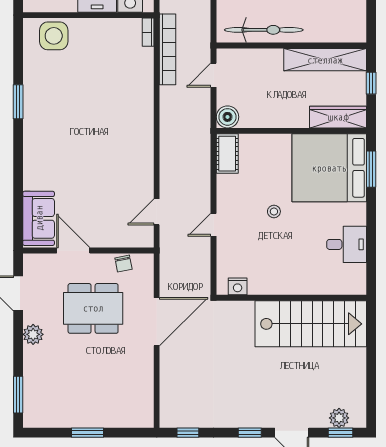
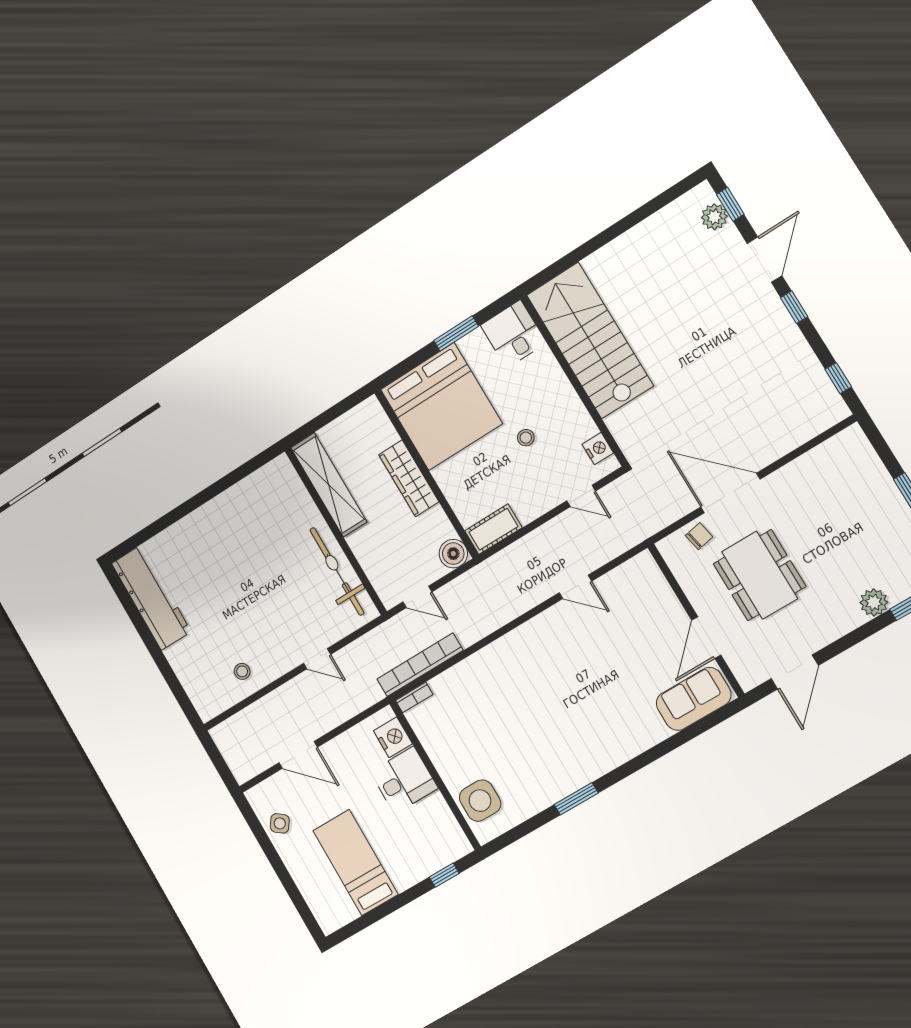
window: (371, 83) -> (324, 419), removed
wardrobe: (338, 117) -> (409, 478), moved
window: (371, 169) -> (456, 333), moved
door: (157, 212) -> (575, 587), moved
chair: (123, 264) -> (699, 536), moved
nightstand: (238, 286) -> (598, 449), moved
wall: (291, 298) -> (574, 380), moved
stairs: (311, 324) -> (590, 340), moved
plant: (33, 334) -> (874, 602), moved

